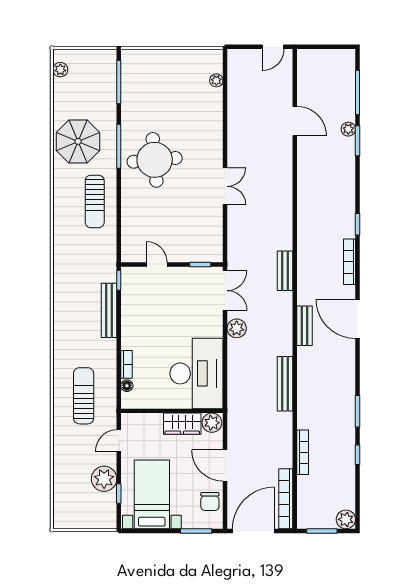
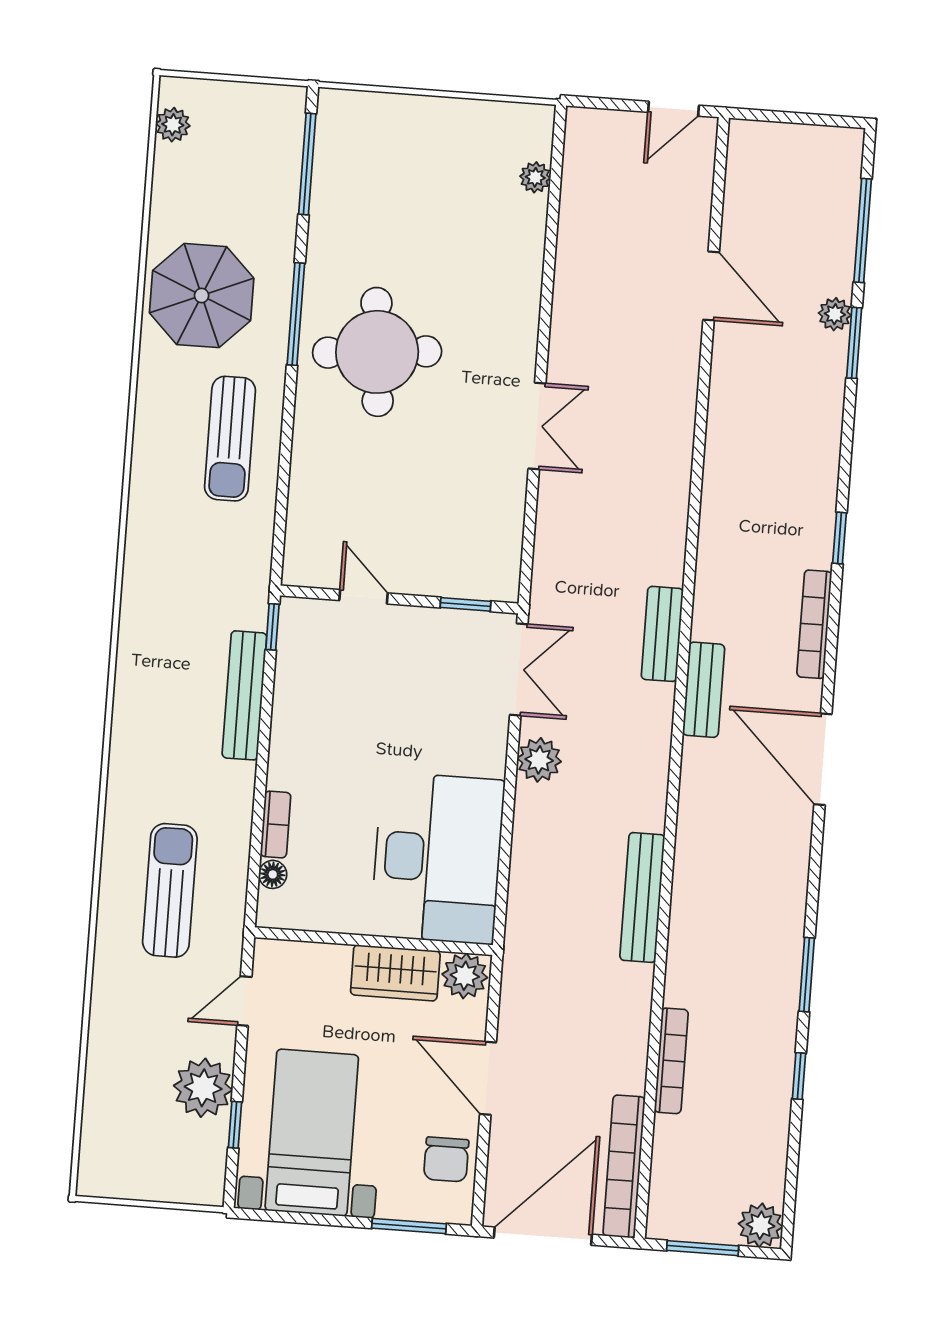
bench: (304, 326) -> (704, 690), moved

